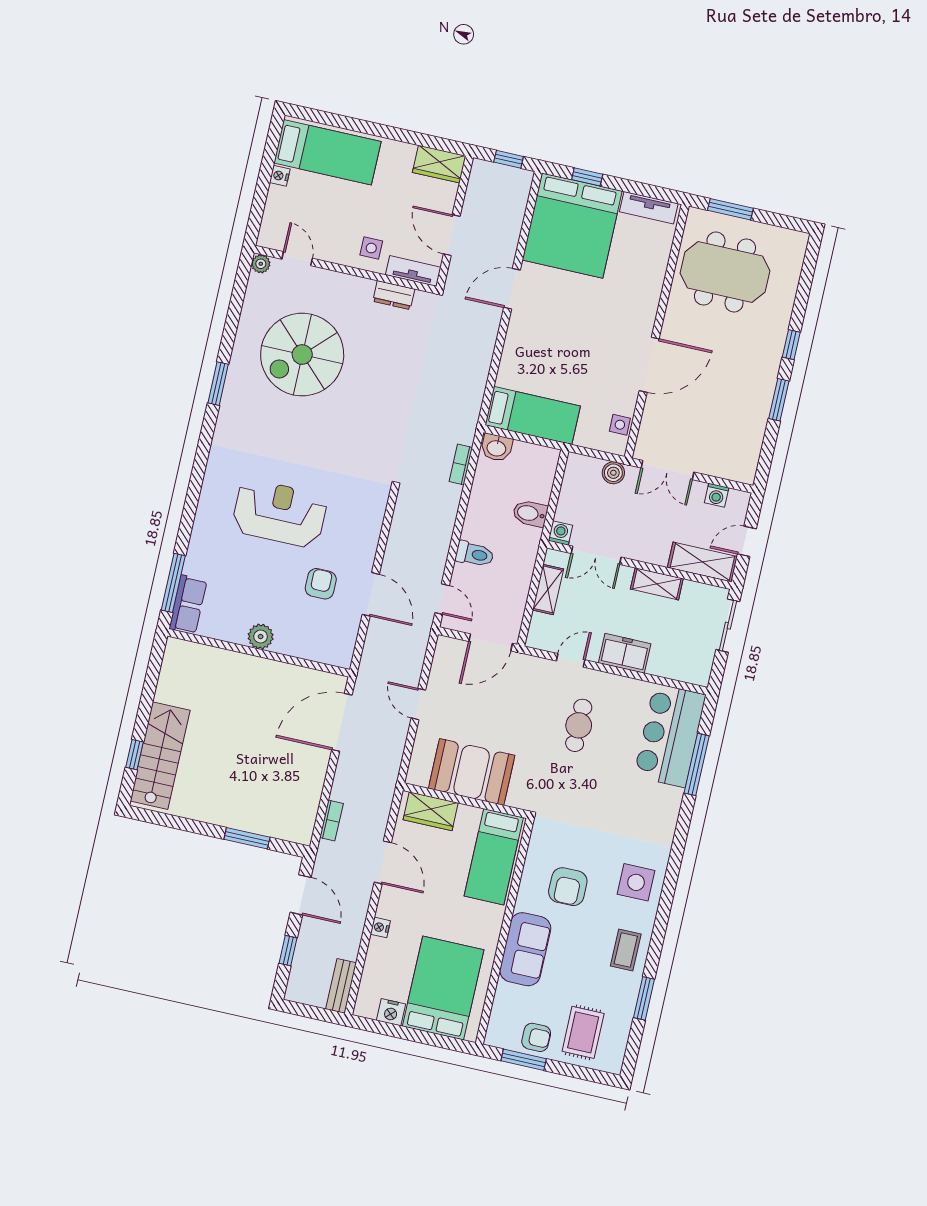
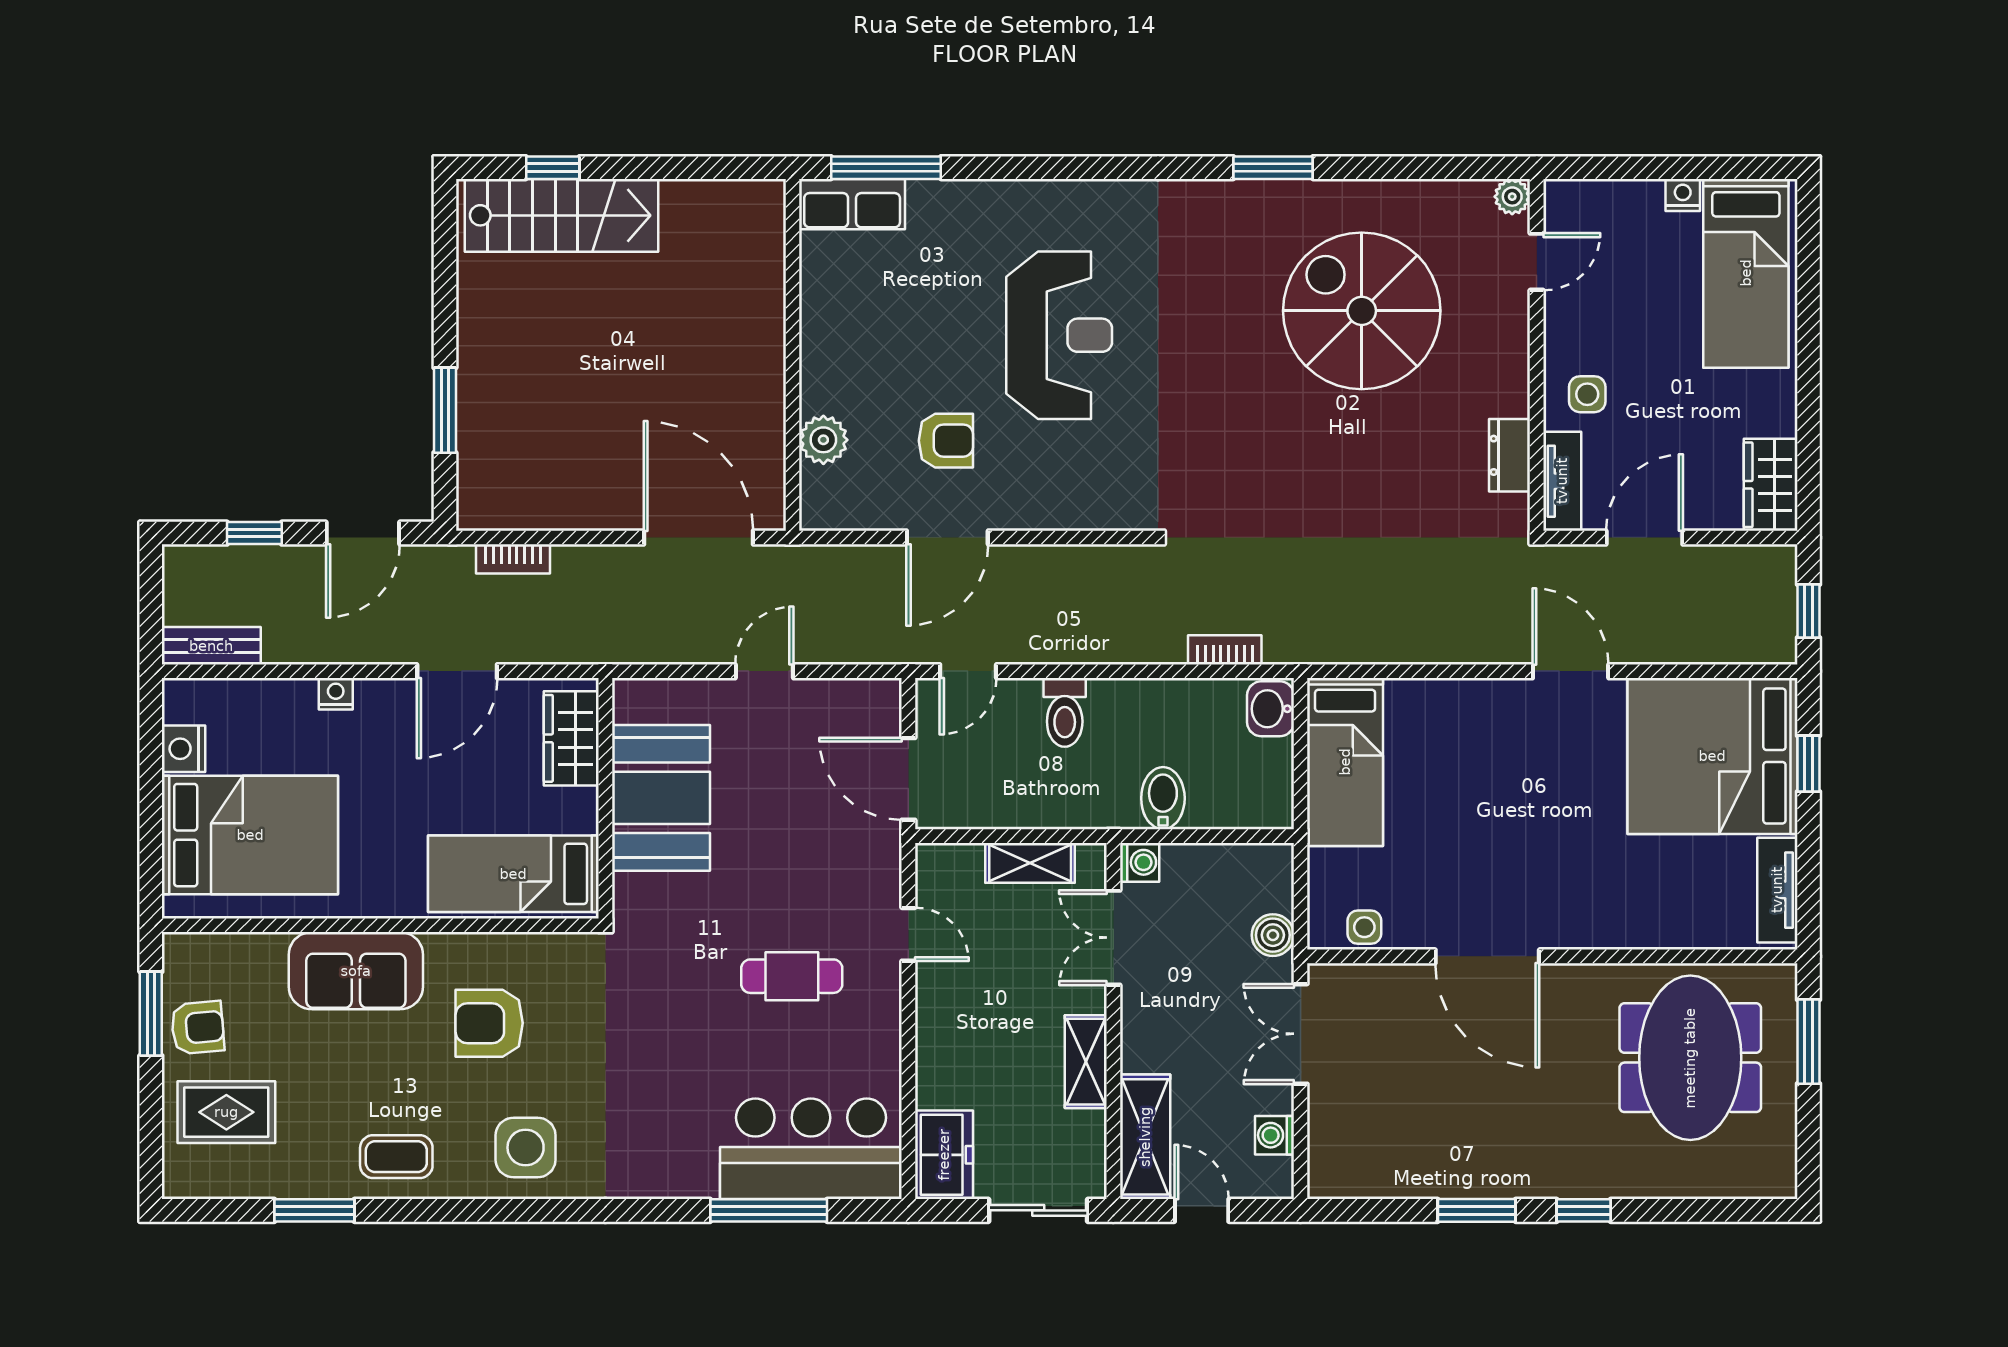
plant: (261, 637) -> (823, 440), moved
freezer: (625, 653) -> (944, 1155), moved
armchair: (536, 1037) -> (198, 1028), turned -95

